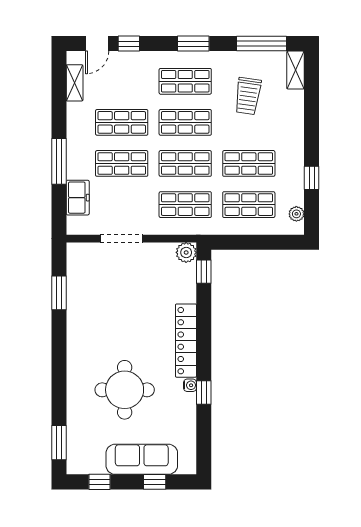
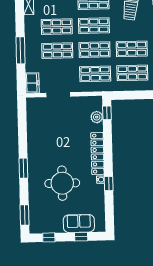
freezer: (78, 198) -> (32, 83), moved
plant: (186, 252) -> (97, 117), moved
window: (59, 293) -> (23, 168), moved
sofa: (142, 459) -> (79, 224), width x0.73

